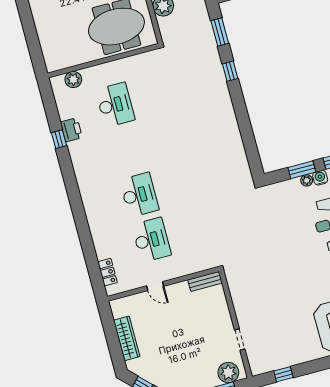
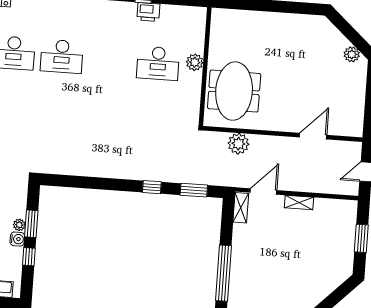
plant: (73, 79) -> (195, 62), moved

